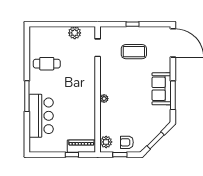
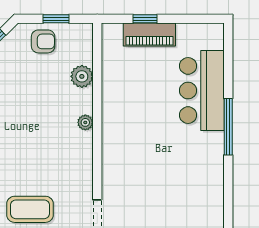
cafe table: (47, 64) -> (191, 187), removed
plant: (106, 142) -> (82, 76), moved
piano: (81, 146) -> (149, 34), moved

